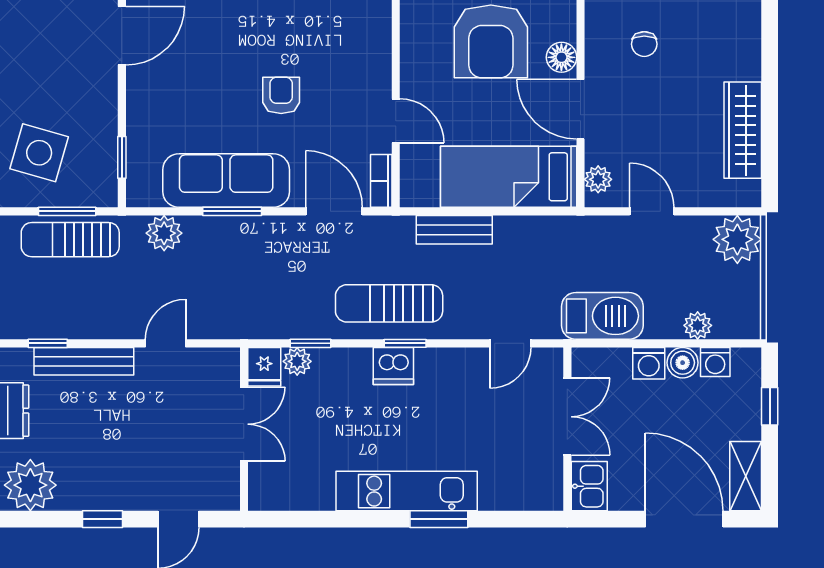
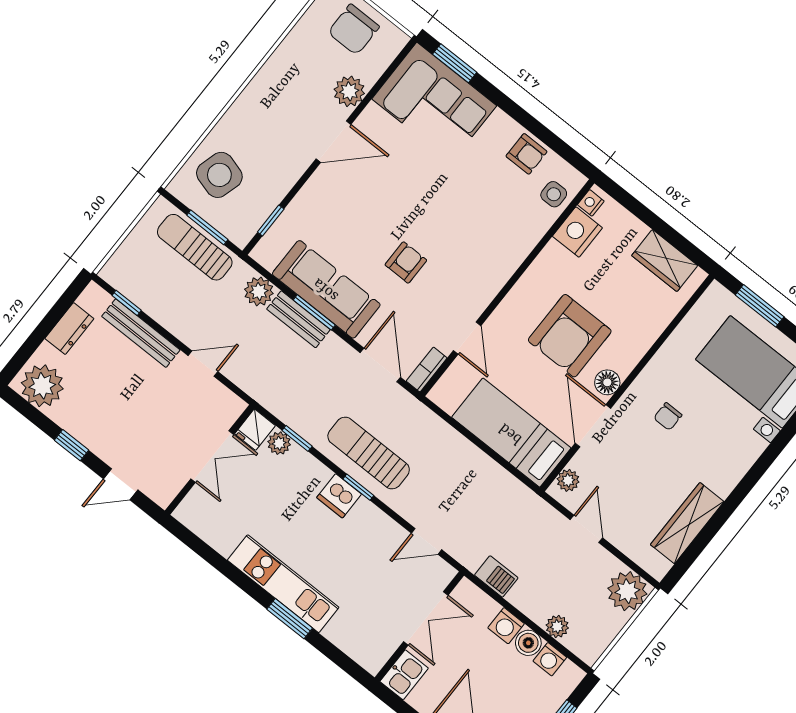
bench: (454, 230) -> (298, 319), moved
barbecue: (602, 316) -> (496, 576), width x0.53, depth x0.65

